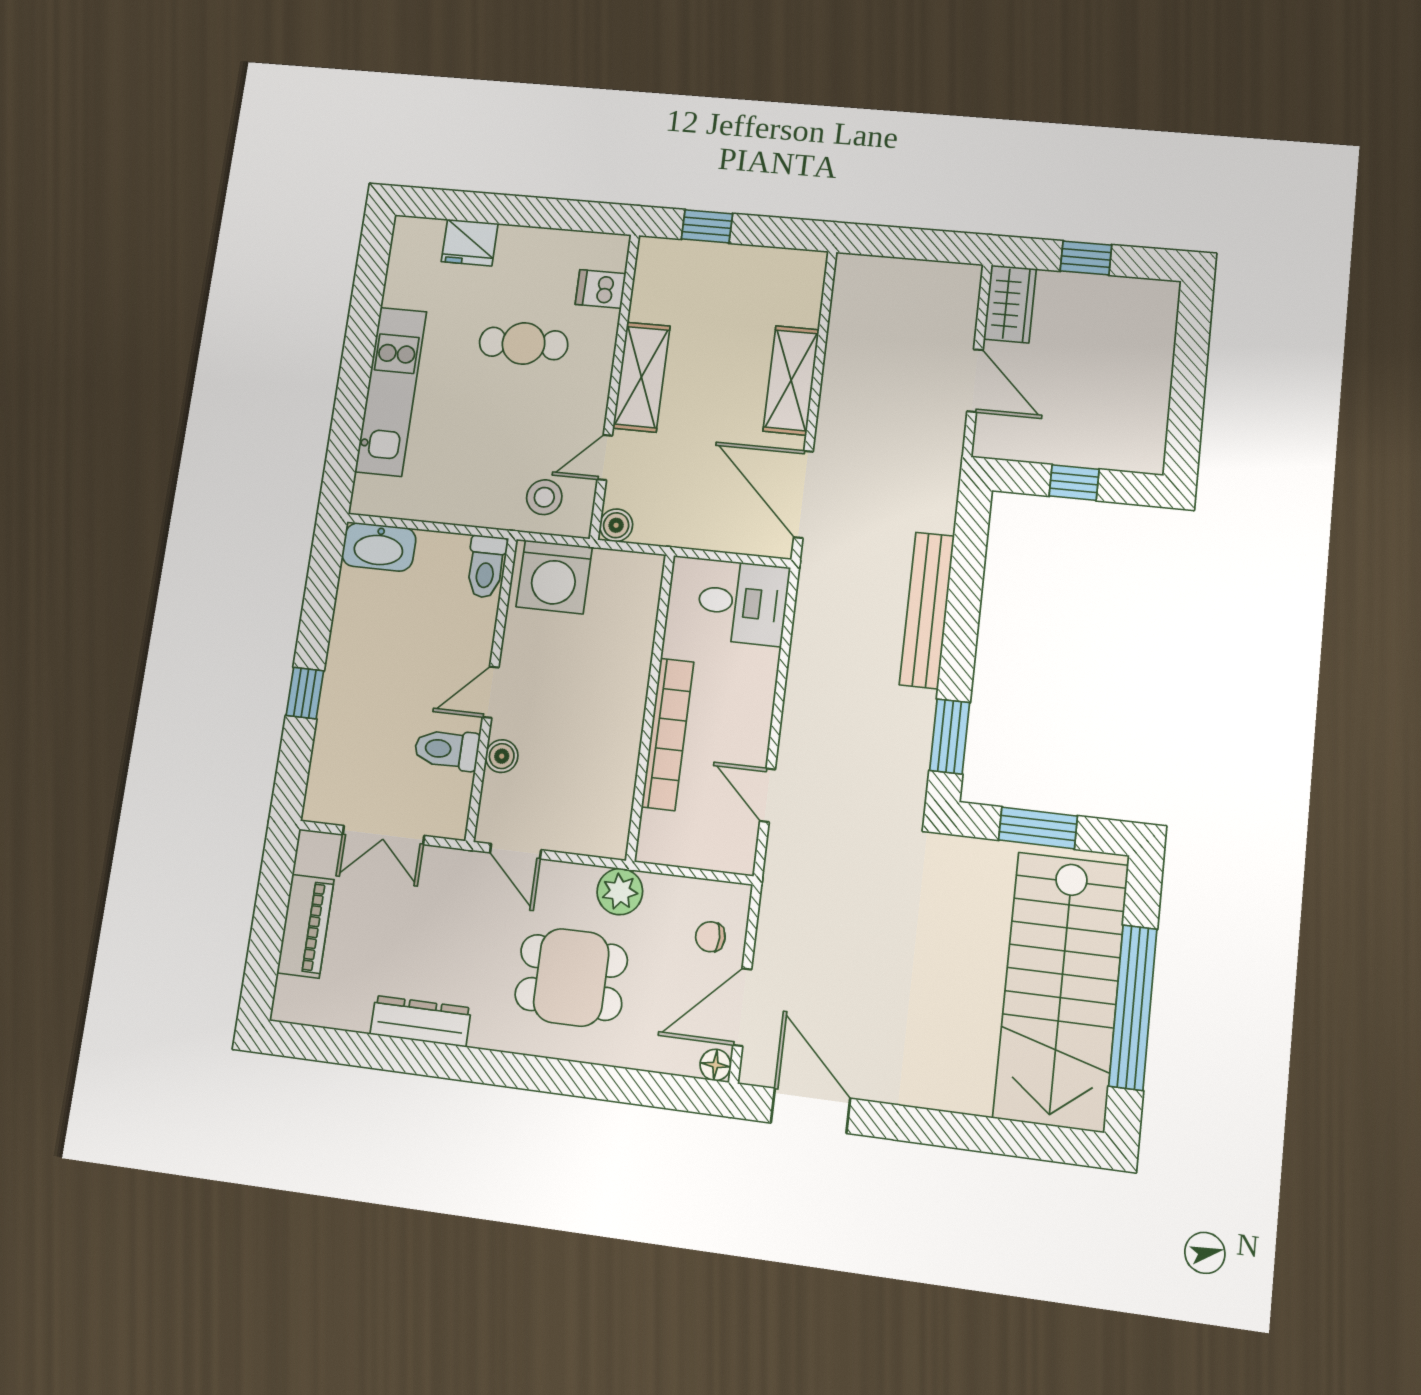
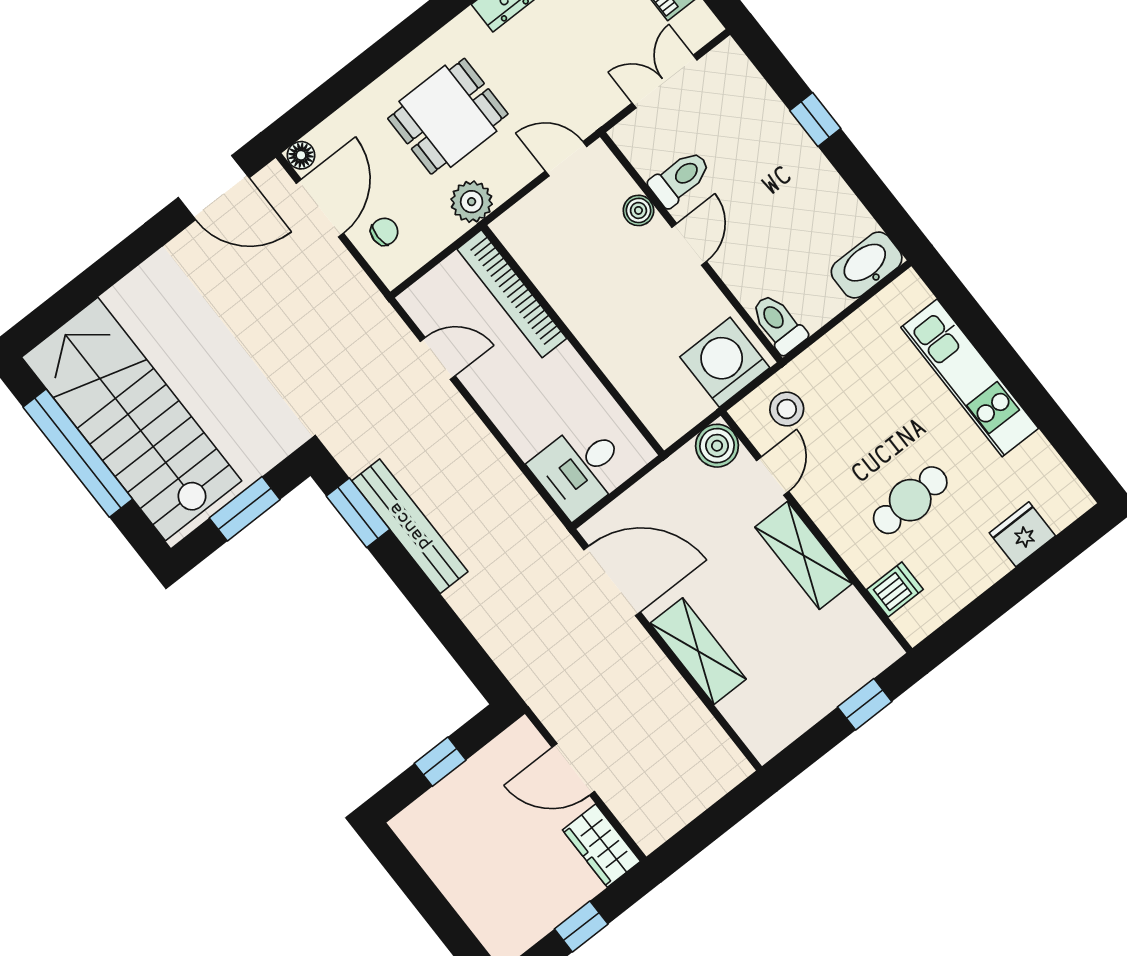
boiler: (616, 525) -> (717, 446), width x1.36, depth x1.36
bench: (927, 610) -> (410, 526), moved
bookcase: (668, 734) -> (512, 294), moved

